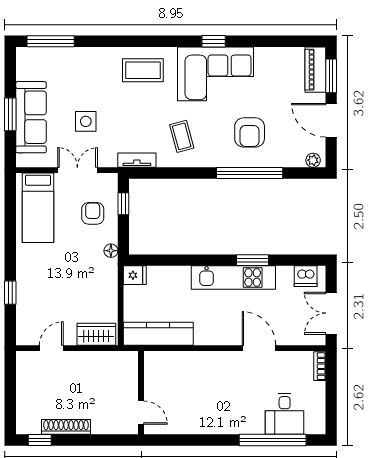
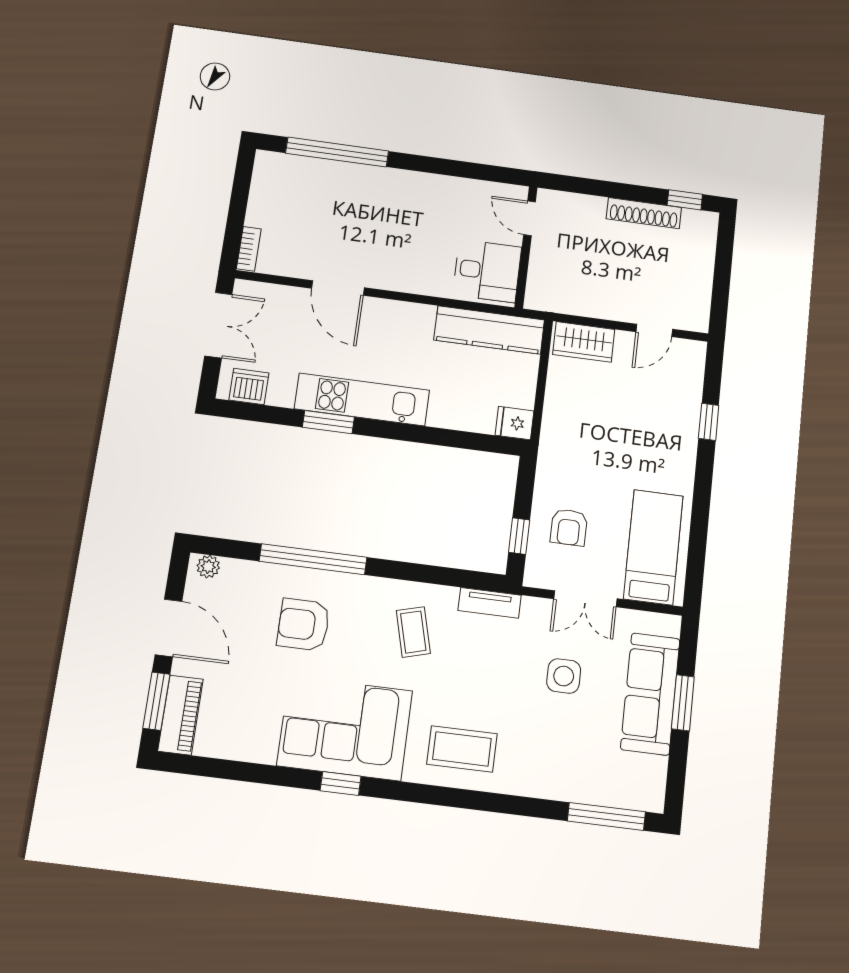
armchair: (250, 132) -> (304, 625), turned -90
floor lamp: (111, 251) -> (547, 466), removed
desk: (285, 414) -> (487, 271), moved, turned 90

